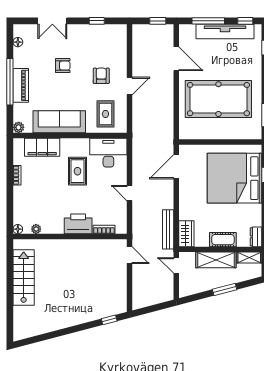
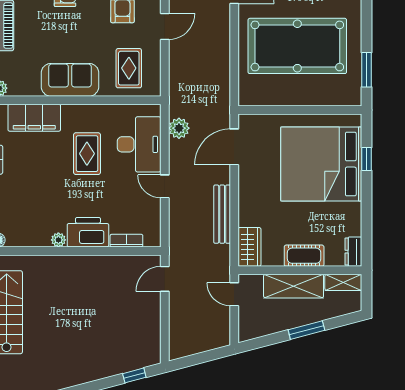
sofa: (59, 122) -> (70, 80), width x0.73
desk: (108, 153) -> (139, 144), moved, turned 90
plant: (139, 154) -> (179, 128), added
plant: (36, 229) -> (58, 240), moved
bench: (168, 229) -> (222, 214), moved
door: (130, 255) -> (165, 279), swing flipped

